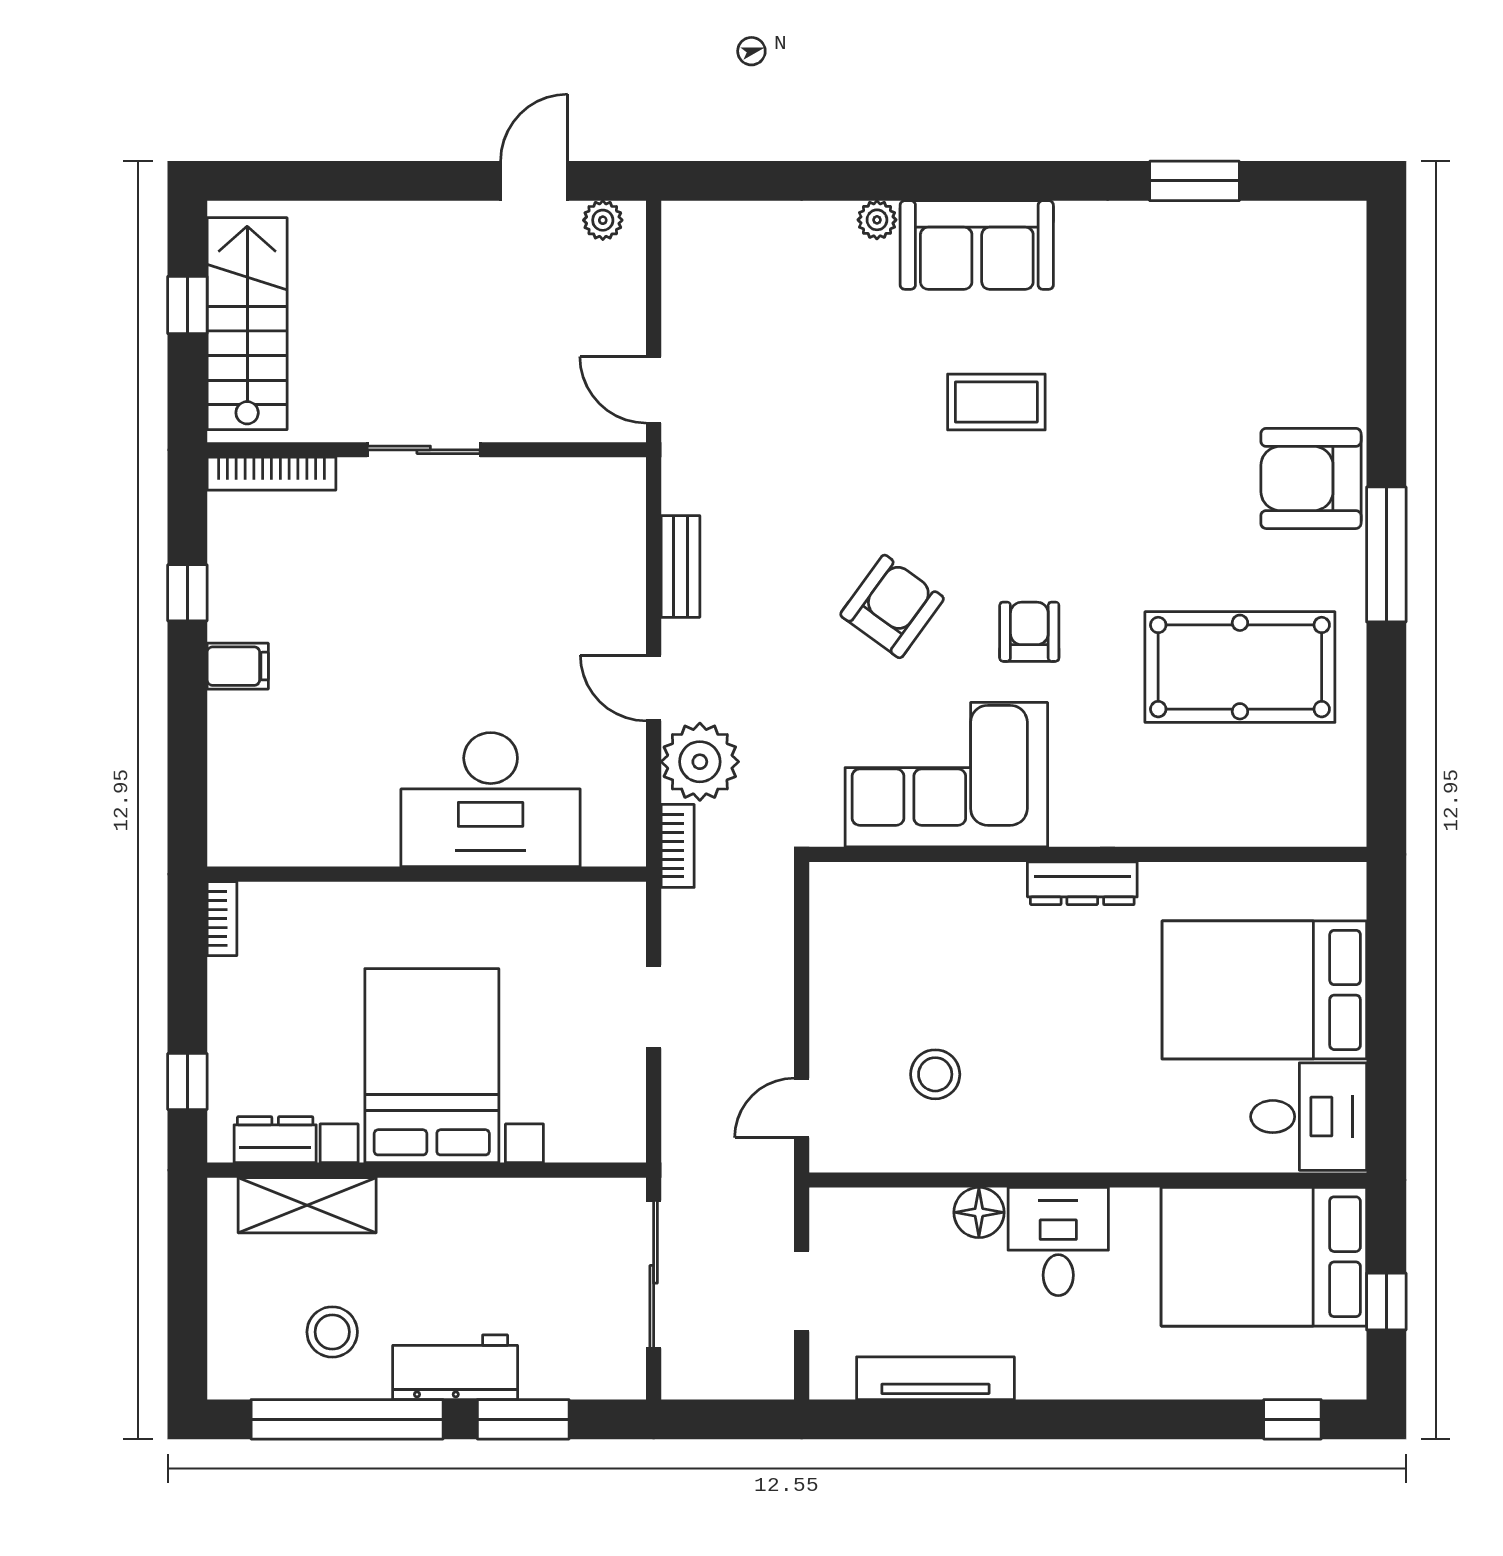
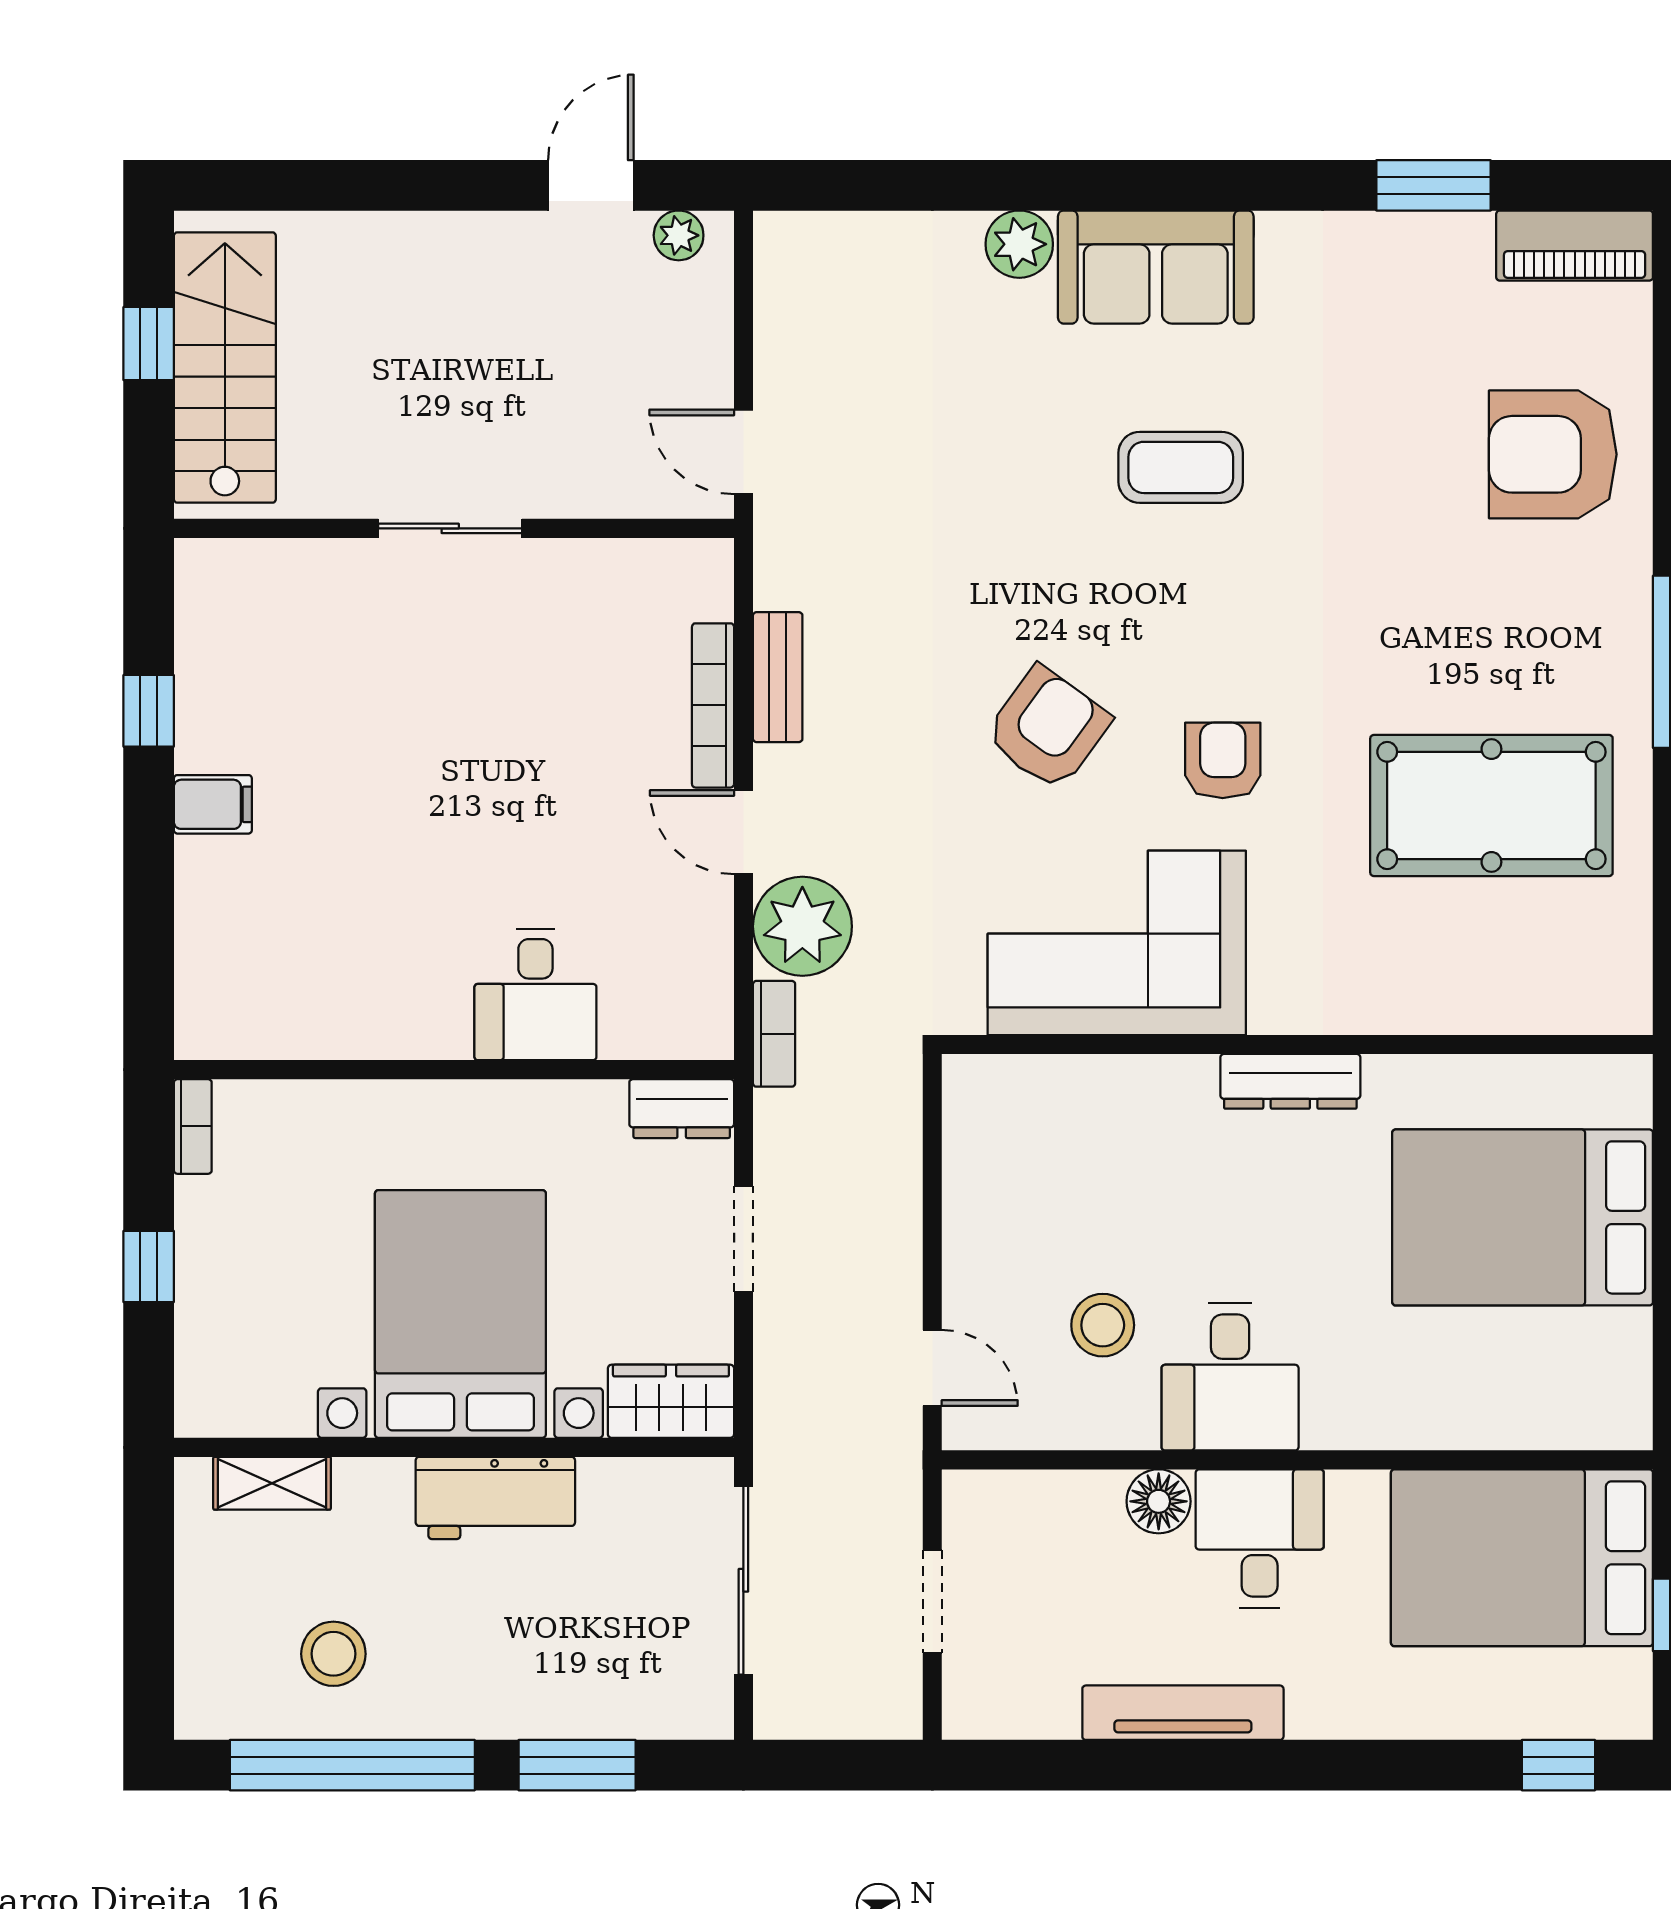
plant: (877, 220) -> (1019, 244), width x1.38, depth x1.38
piano: (1305, 228) -> (1575, 246), added
bookcase: (271, 474) -> (713, 705), moved, turned 90
armchair: (1311, 478) -> (1553, 454), moved
desk: (491, 800) -> (535, 994), width x0.53, depth x0.77
window: (187, 1081) -> (149, 1266), moved
door: (802, 1108) -> (932, 1368), swing flipped
desk: (1309, 1117) -> (1230, 1377), moved, turned 90
wardrobe: (597, 1134) -> (671, 1401), added
dresser: (275, 1140) -> (682, 1109), moved, turned 180
shelving: (307, 1205) -> (272, 1483), width x0.67, depth x0.75
workbench: (455, 1367) -> (495, 1498), moved, turned 180
tv unit: (935, 1378) -> (1183, 1713), moved

